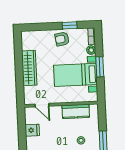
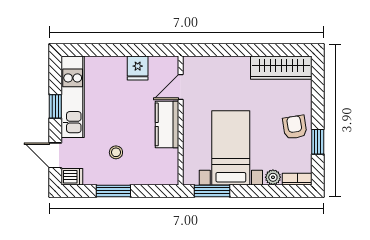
window: (100, 67) -> (212, 191), moved
wardrobe: (29, 68) -> (281, 68), moved
kitchen counter: (76, 111) -> (167, 124), moved

